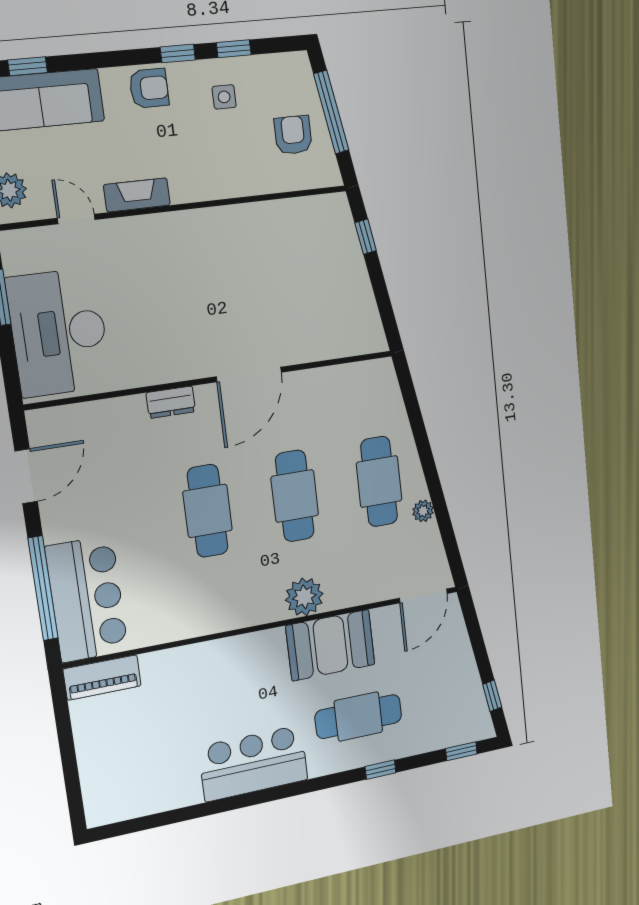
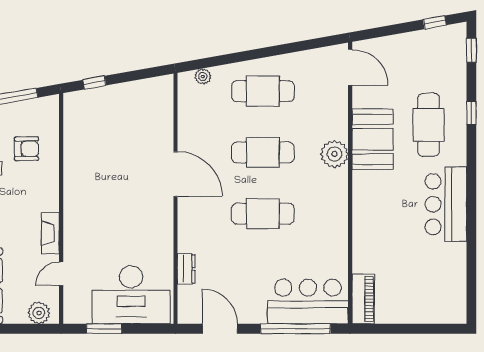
armchair: (293, 135) -> (26, 149), moved, turned 180
dresser: (171, 402) -> (186, 269), moved
plant: (423, 511) -> (203, 76), moved

